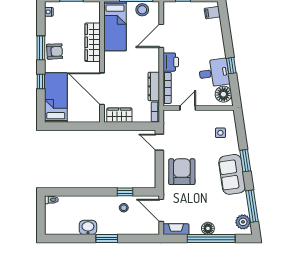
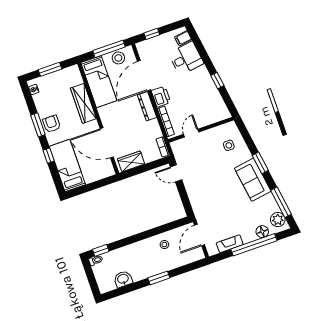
door: (161, 36) -> (144, 76), width x1.36
armchair: (55, 51) -> (52, 124), turned -87
desk: (214, 73) -> (186, 58), moved
dresser: (154, 86) -> (147, 106), moved
floor lamp: (223, 94) -> (219, 109), removed
armchair: (182, 172) -> (206, 193), removed
window: (125, 192) -> (101, 250), moved
door: (161, 210) -> (199, 235), hinge flipped
washbasin: (88, 227) -> (123, 279), moved
floor lamp: (208, 228) -> (262, 232), moved
fireplace: (176, 229) -> (230, 244), moved

